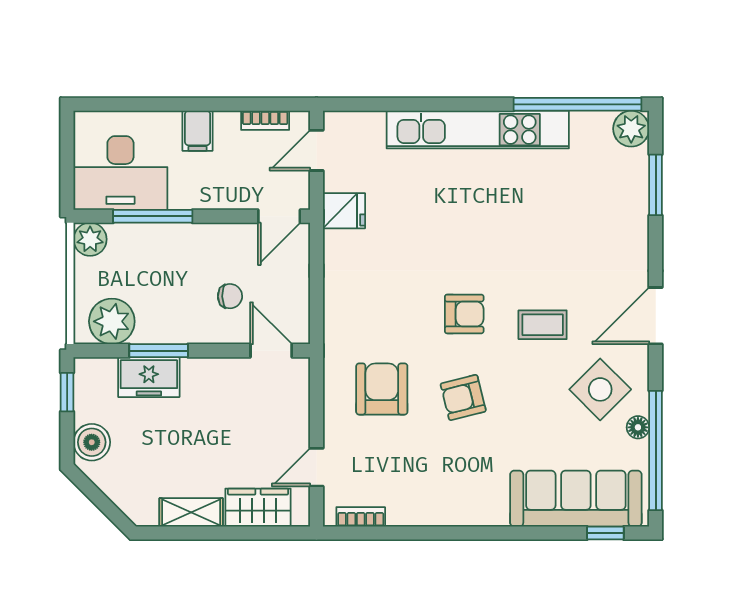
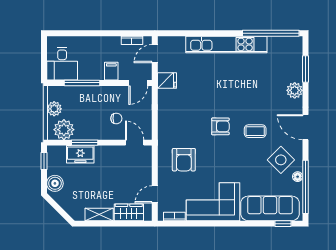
plant: (631, 129) -> (295, 90), moved
filing cabinet: (198, 131) -> (111, 71), moved, turned 180
desk: (120, 173) -> (62, 64), width x0.73
plant: (90, 239) -> (54, 109), moved
door: (656, 316) -> (305, 127), hinge flipped
armchair: (382, 389) -> (184, 160), turned 180
armchair: (463, 398) -> (220, 163), removed
corner sofa: (448, 484) -> (213, 202), added

